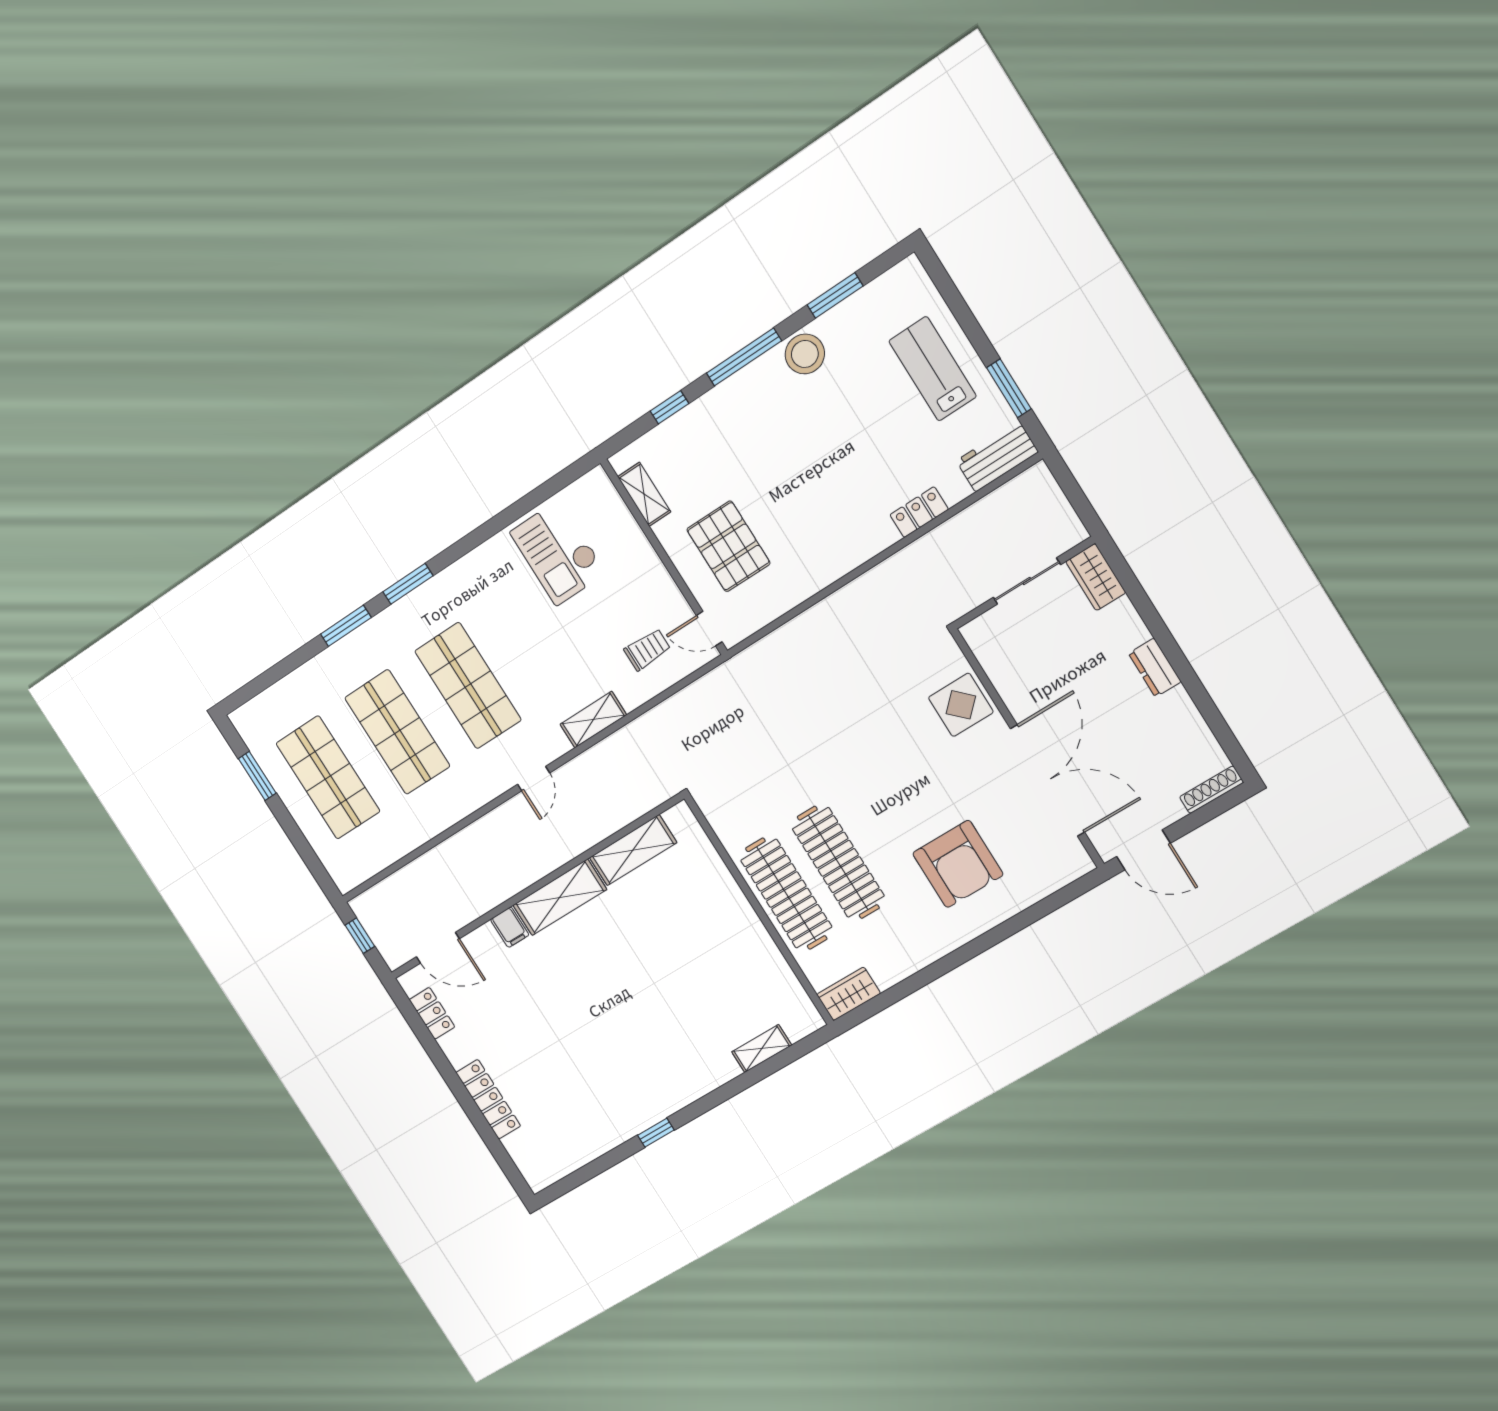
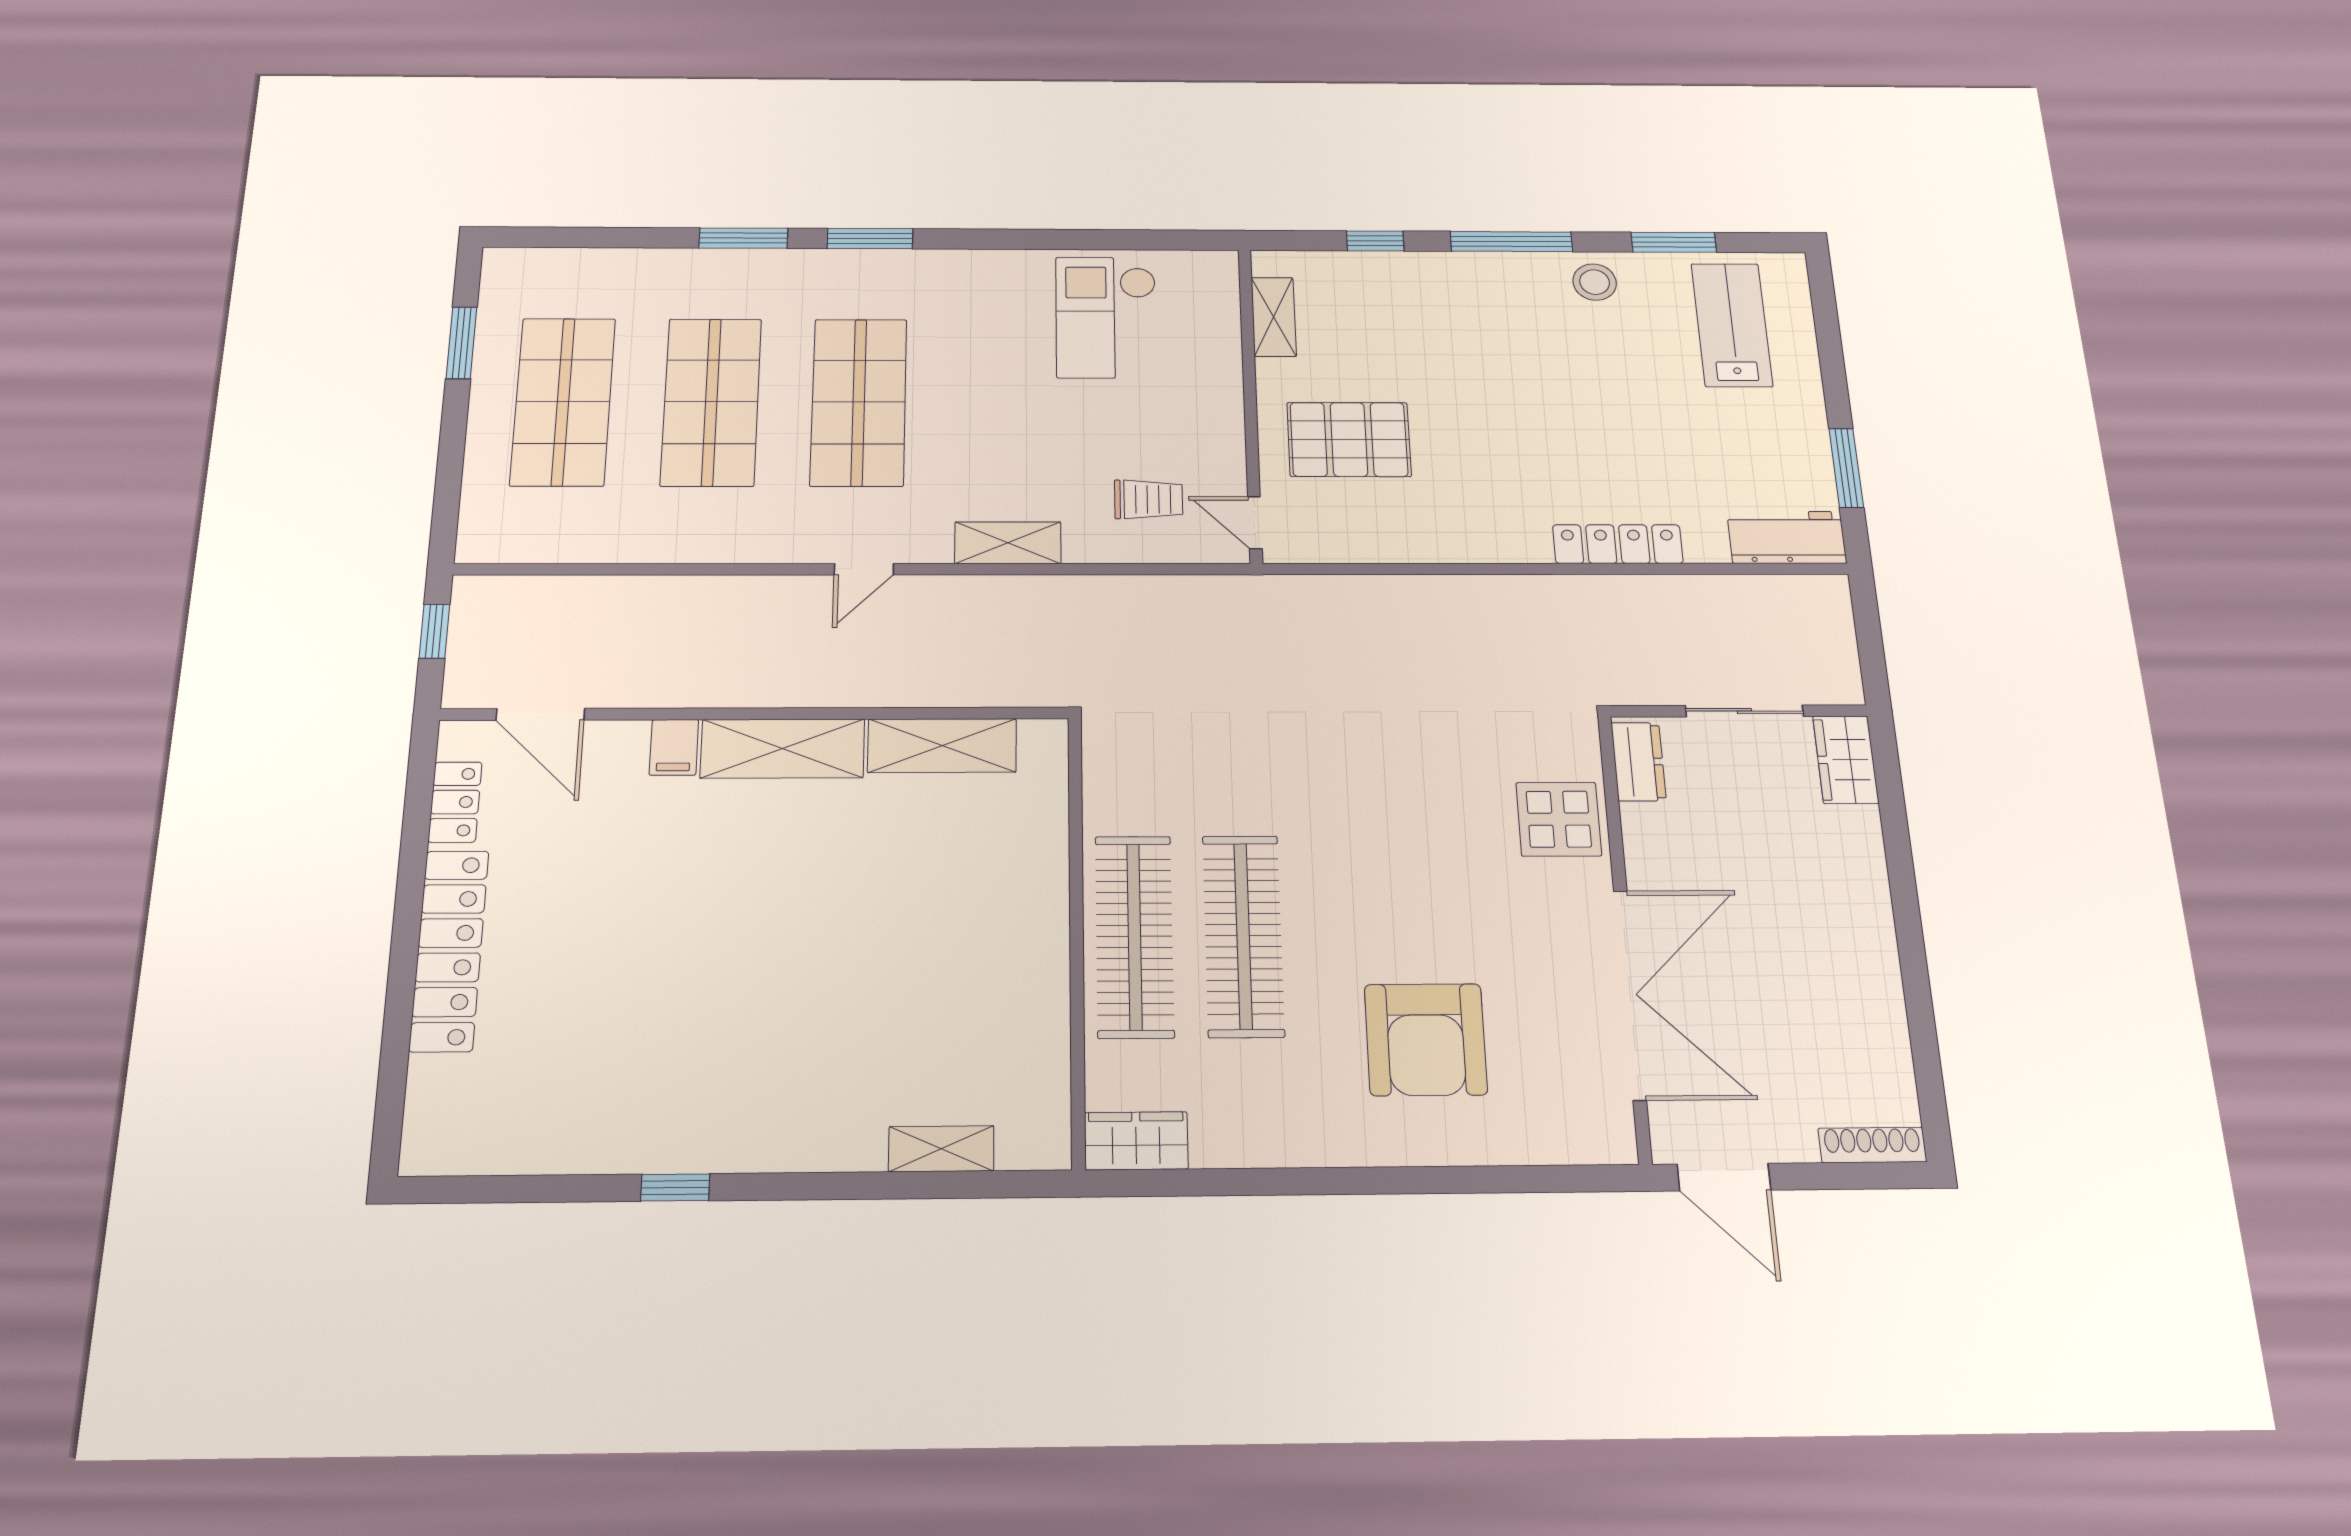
stool: (805, 354) -> (1595, 282), width x0.73, depth x0.73
lab bench: (933, 369) -> (1732, 325), moved
locker: (919, 512) -> (1618, 544), width x1.53
pallet: (728, 546) -> (1349, 439), turned 90
dresser: (1155, 668) -> (1639, 762), moved, turned 180
locker: (488, 1099) -> (449, 950), width x1.41, depth x1.21

